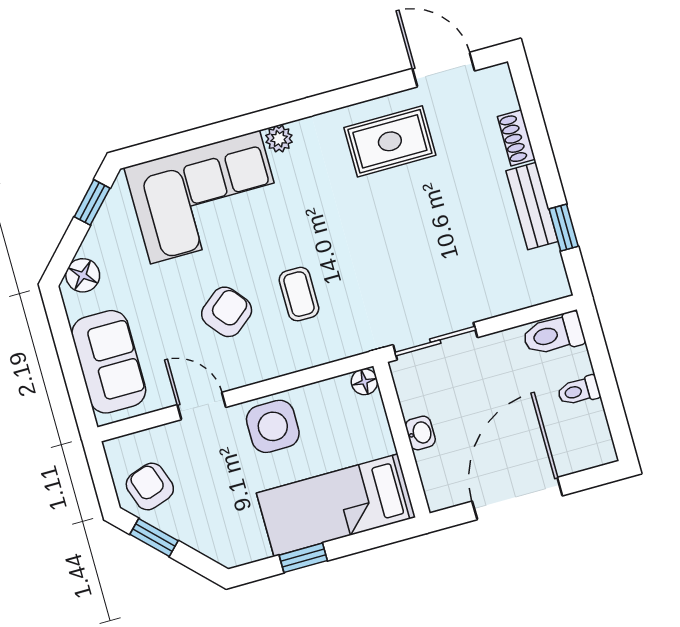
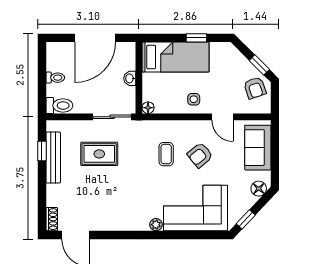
shoe rack: (516, 138) -> (52, 219), moved
rug: (390, 141) -> (99, 154), moved
bench: (532, 206) -> (53, 157), width x1.36
side table: (273, 426) -> (194, 99), width x0.54, depth x0.54

